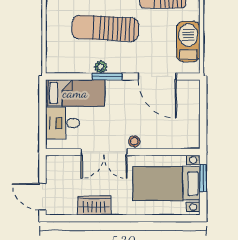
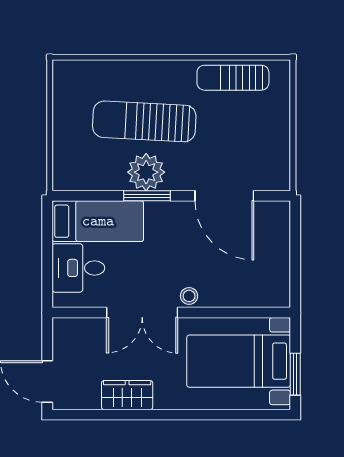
barbecue: (188, 42) -> (272, 142), removed
plant: (101, 67) -> (146, 172), width x1.88, depth x1.88
window: (203, 178) -> (295, 374), moved

